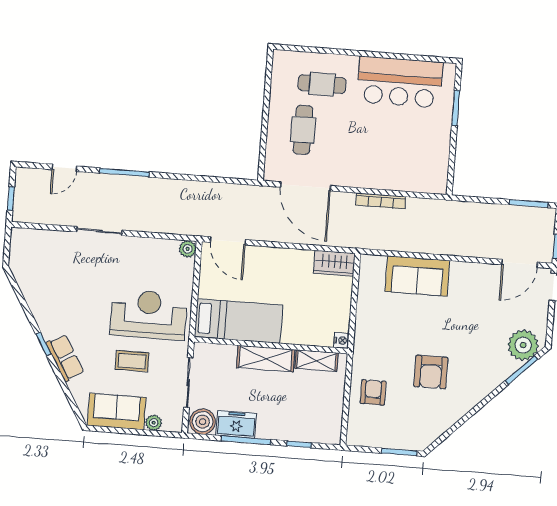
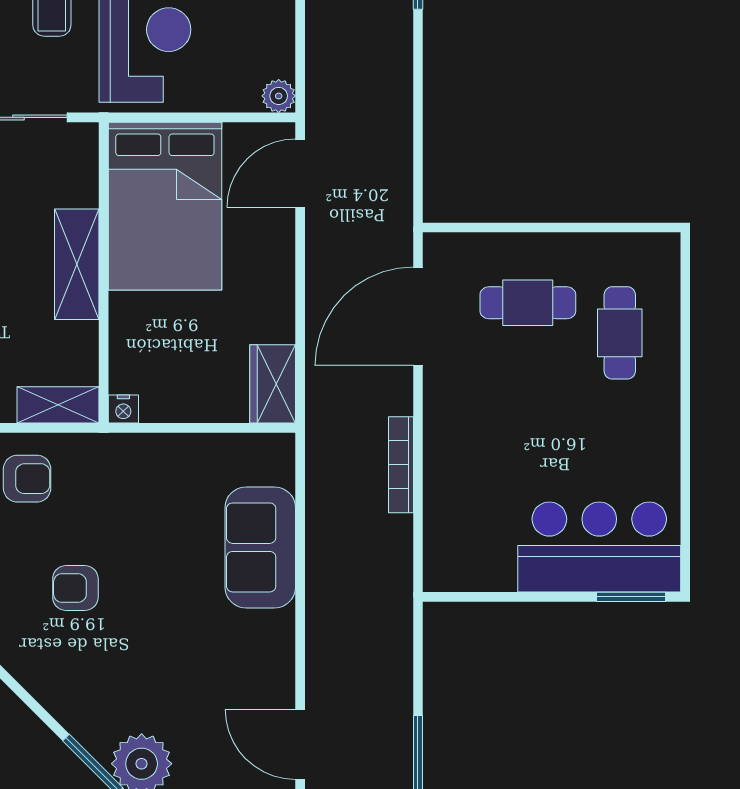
bar counter: (400, 82) -> (599, 547), moved, turned 90
window: (456, 108) -> (631, 597), moved
bed: (239, 321) -> (165, 206), width x1.50
shelving: (316, 361) -> (58, 405), moved, turned 90
armchair: (431, 372) -> (75, 588), width x0.72, depth x0.72

